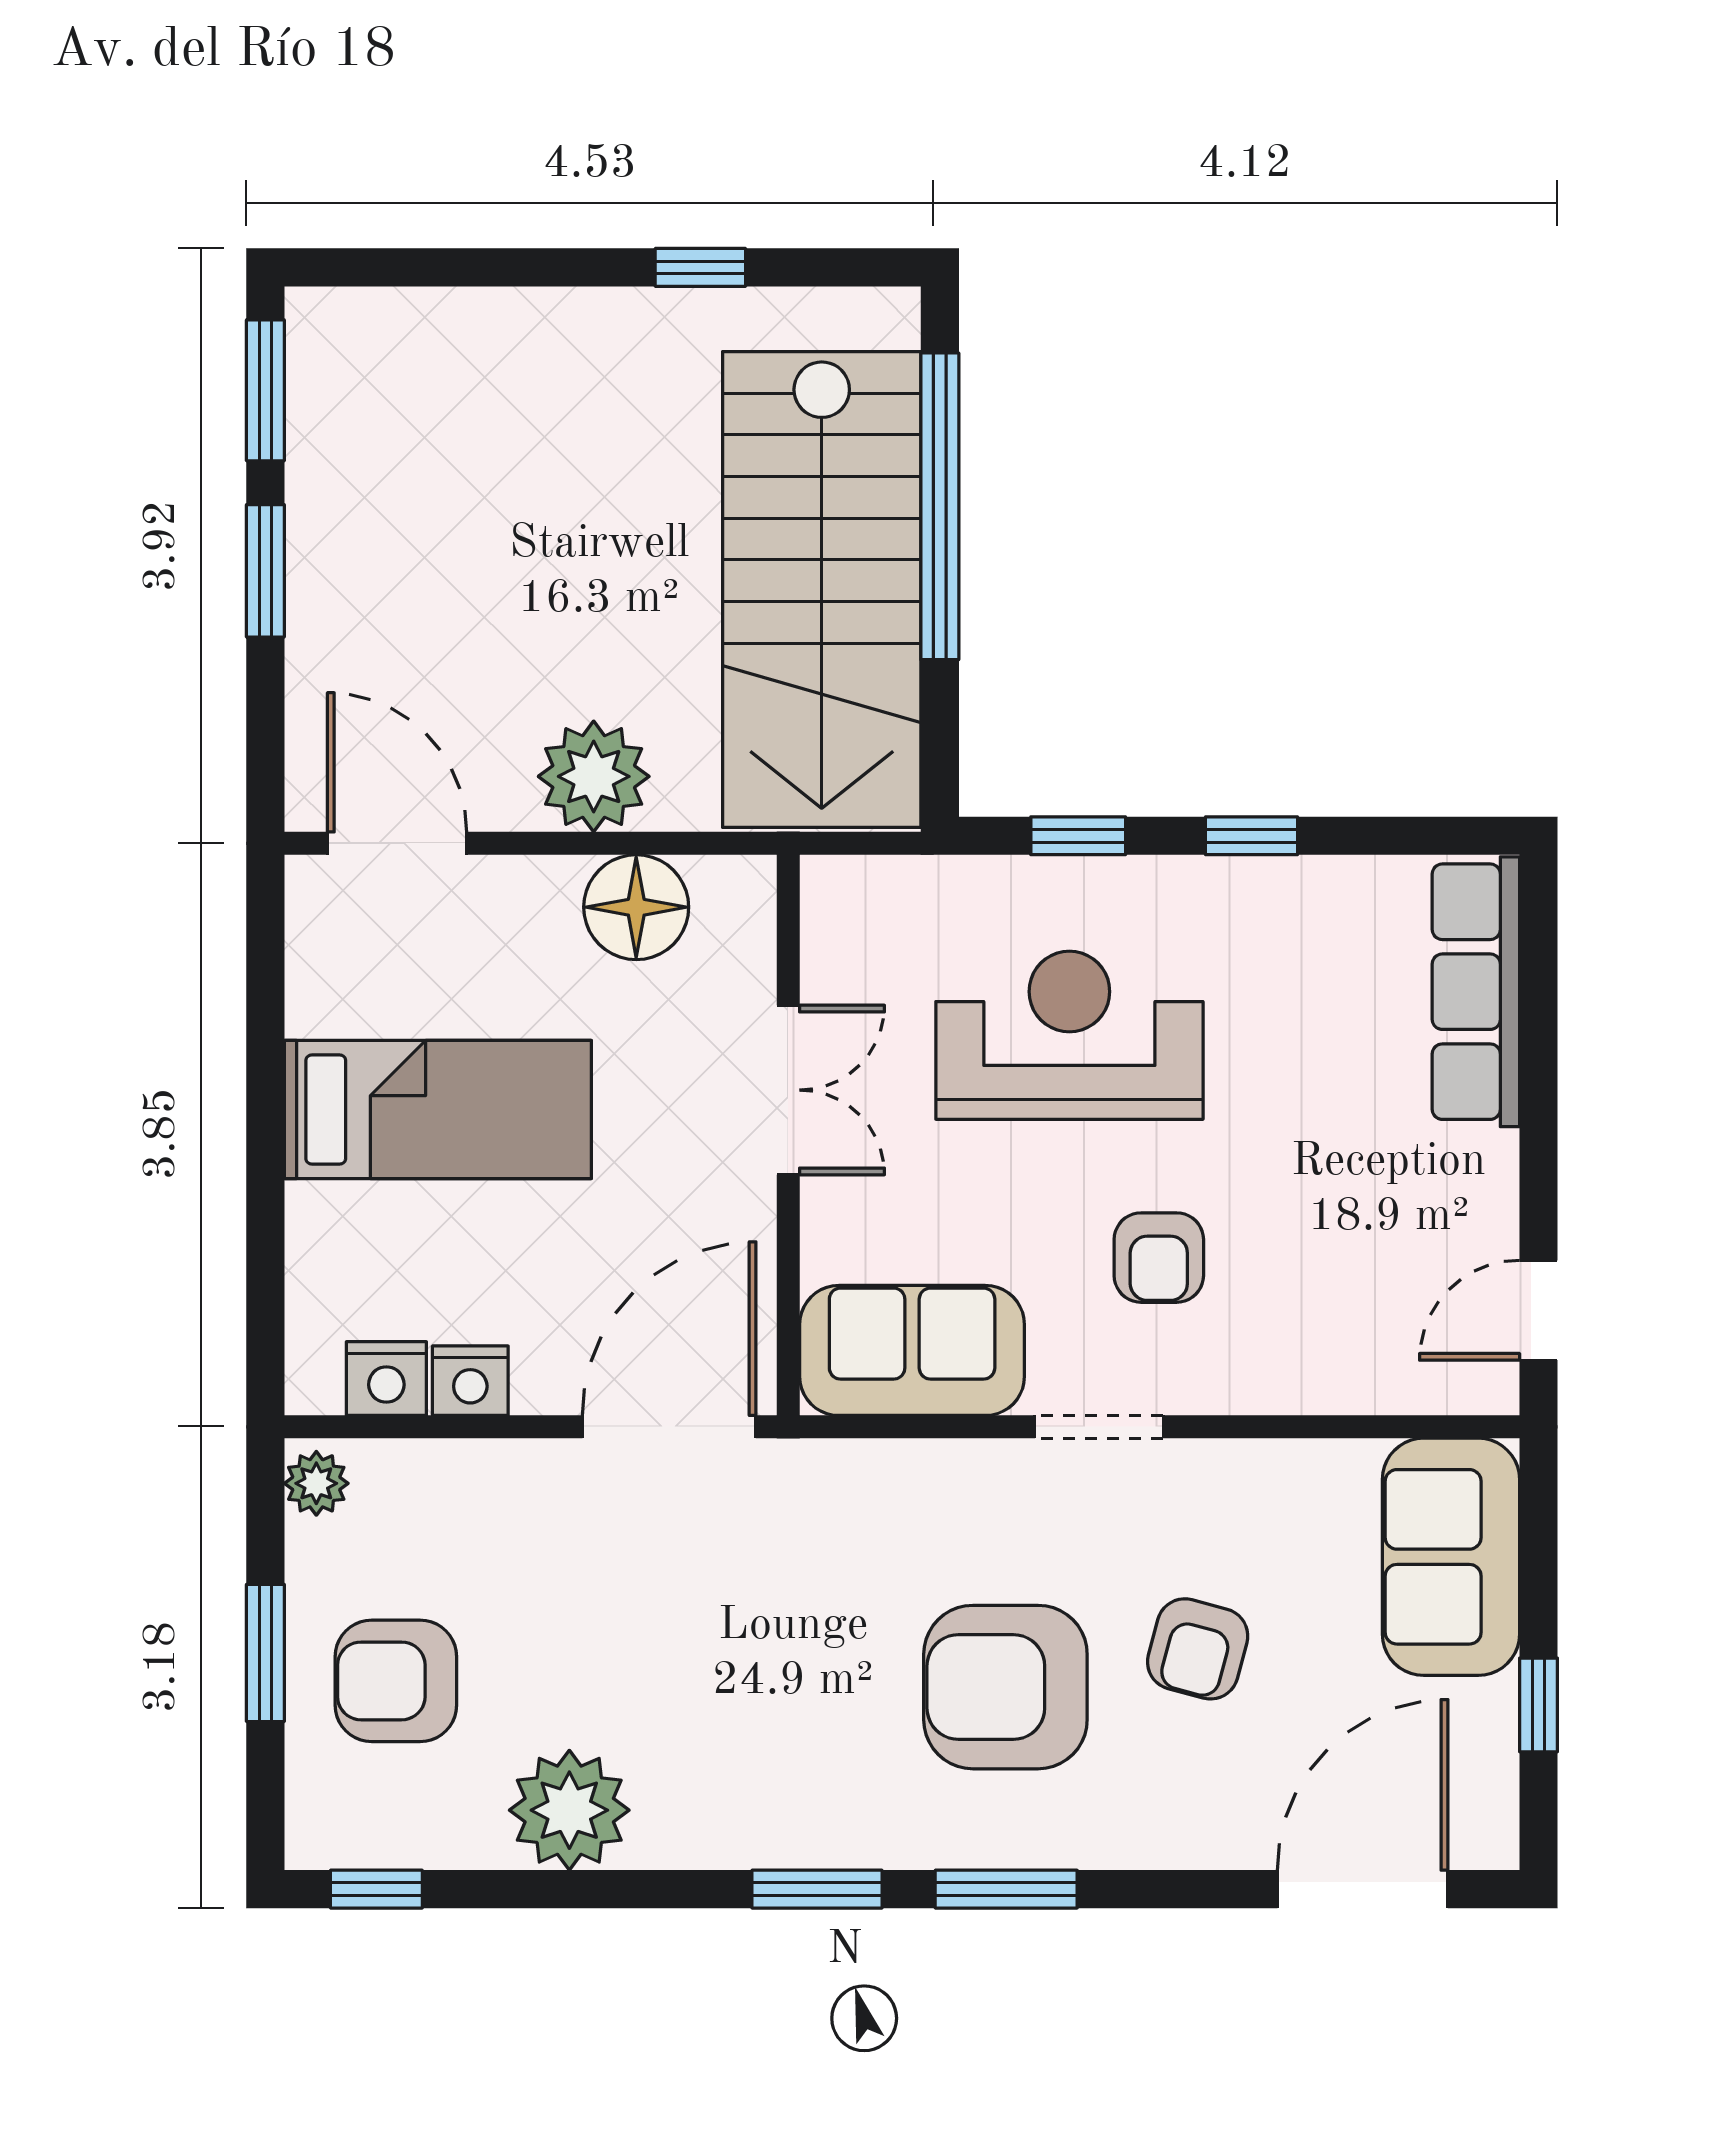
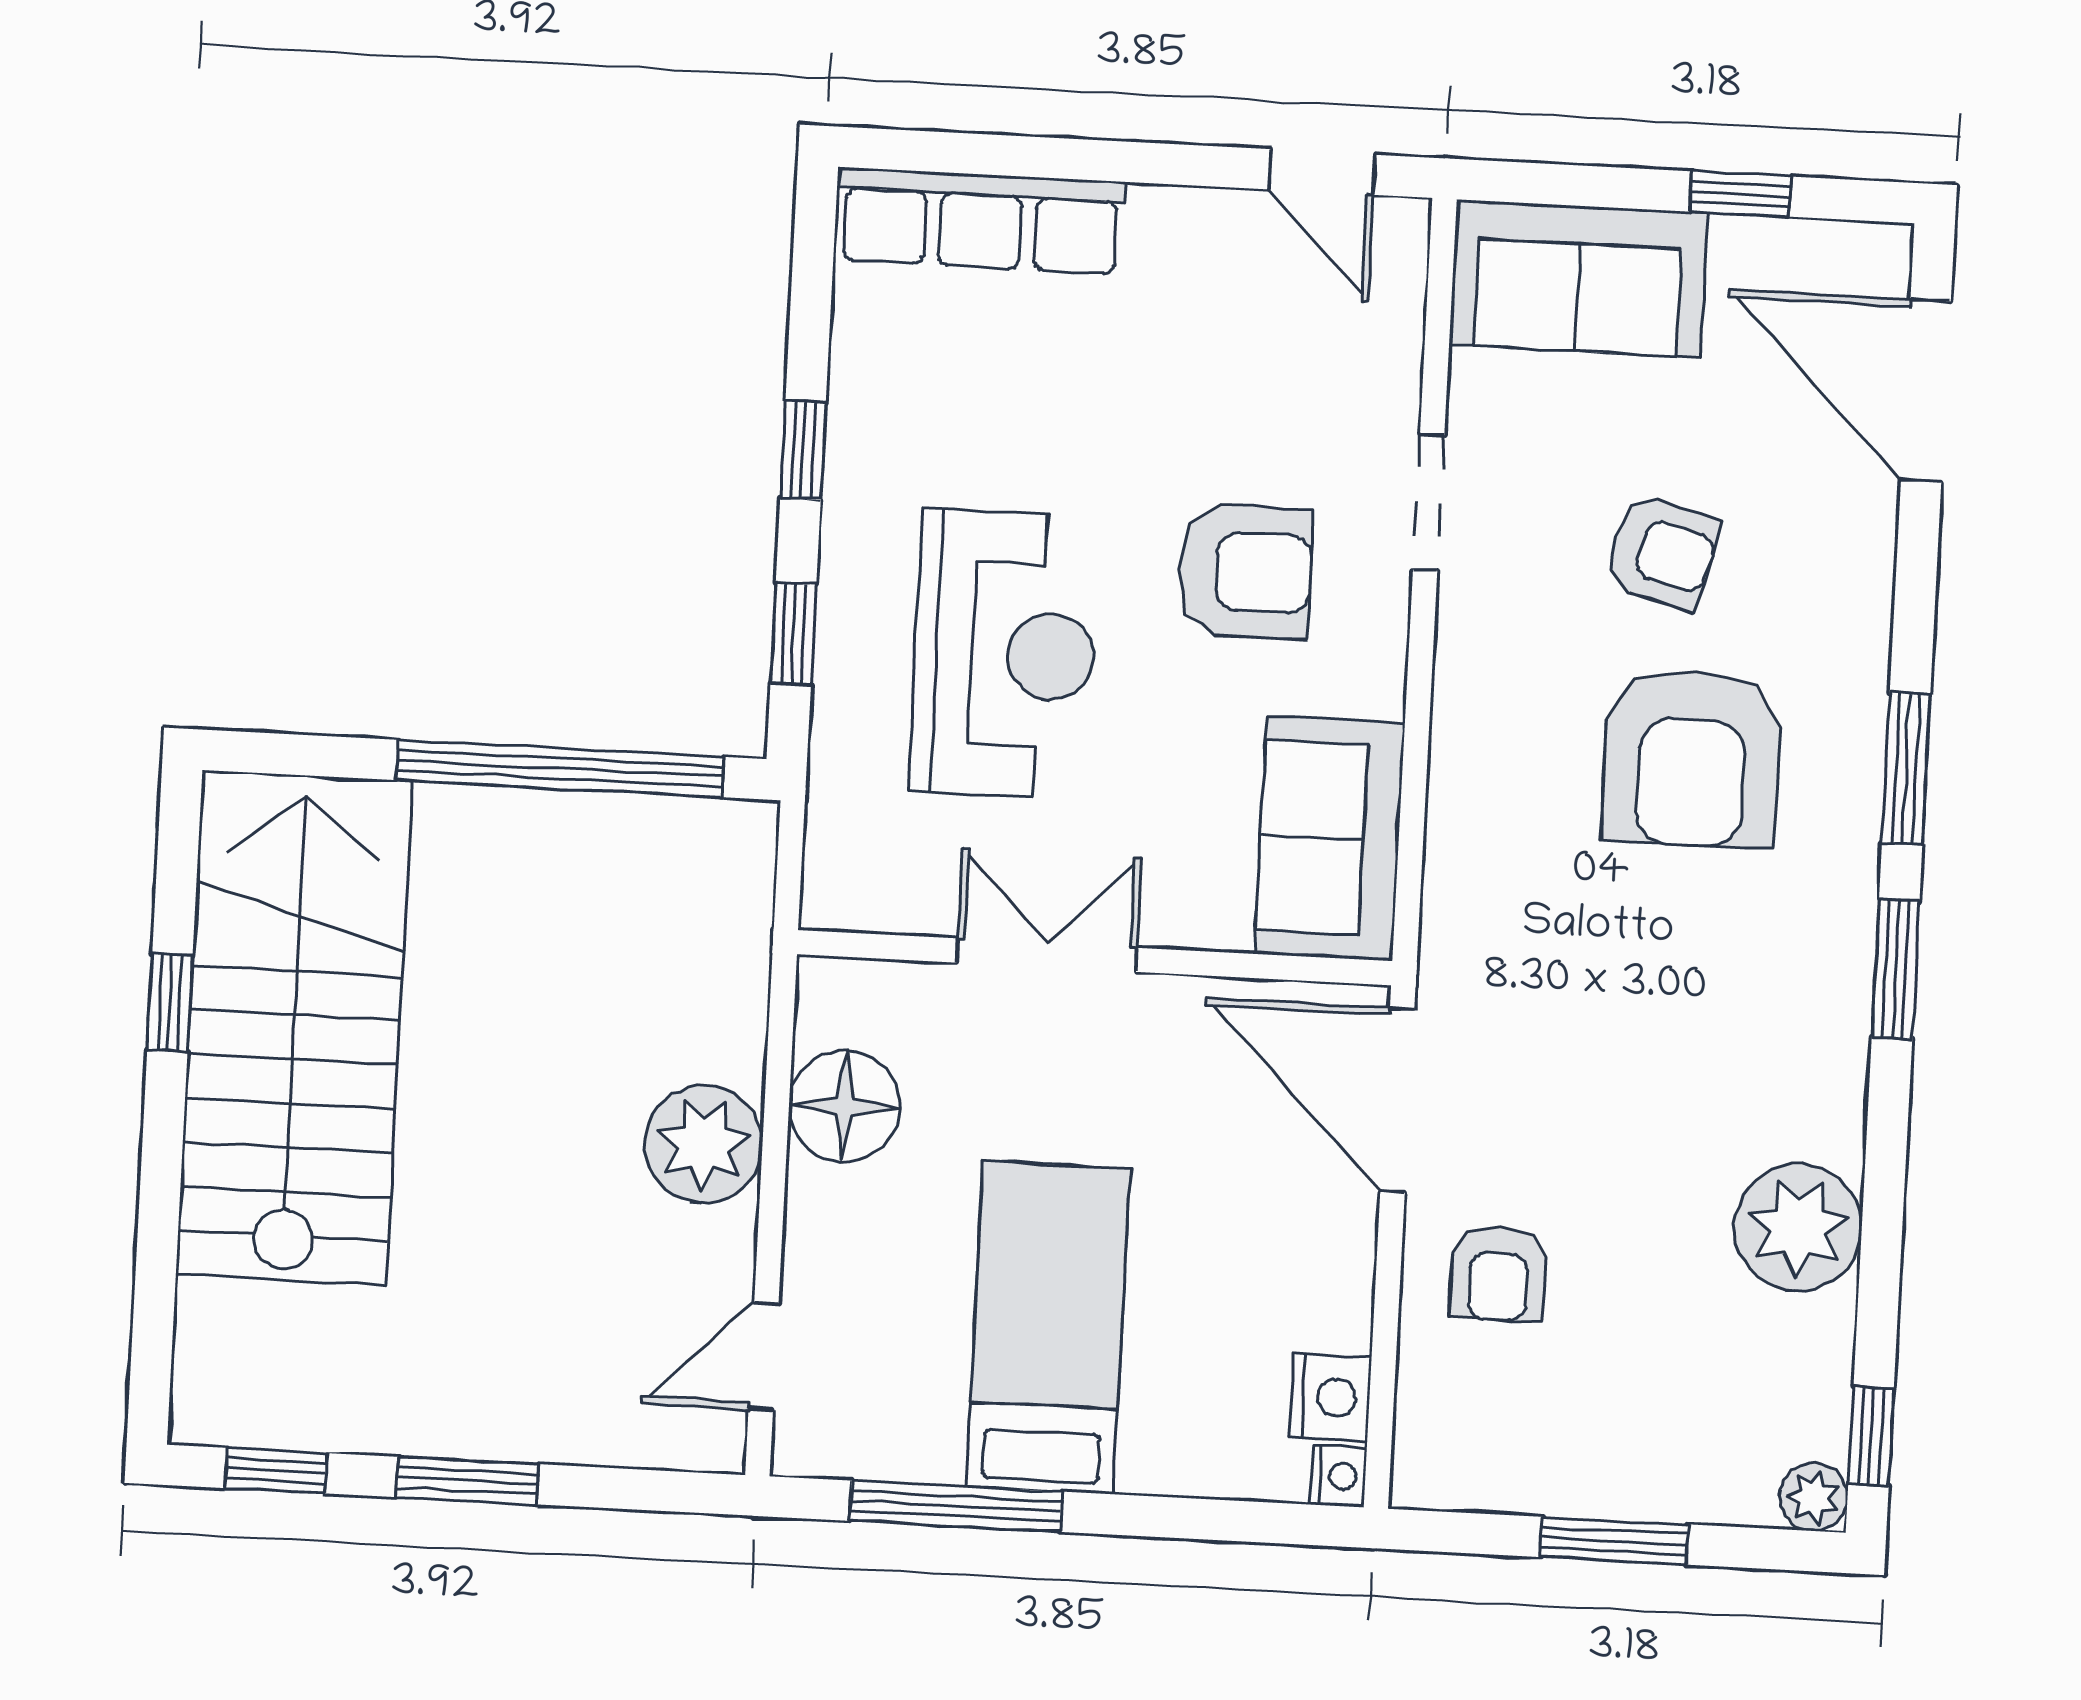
window: (265, 390) -> (276, 1471), width x0.67
window: (940, 506) -> (560, 769), moved
stairs: (822, 589) -> (294, 1028), moved, turned -90
door: (397, 843) -> (764, 1356), width x0.73
window: (265, 1032) -> (956, 1506), added
reception desk: (1069, 1035) -> (1004, 654), turned 180
armchair: (1159, 1258) -> (1245, 572), width x1.38, depth x1.38
nightstand: (470, 1381) -> (1338, 1476), moved, width x0.72, depth x0.74
doorway: (1099, 1427) -> (1429, 502), moved
plant: (316, 1483) -> (1814, 1497), moved
armchair: (396, 1681) -> (1498, 1273), moved, width x0.72, depth x0.72

